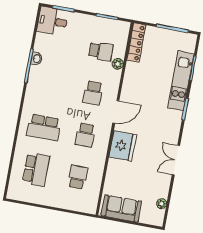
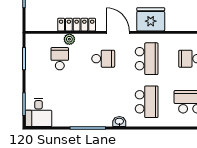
locker: (136, 43) -> (77, 25), moved
washbasin: (37, 59) -> (119, 122), moved
school desk: (85, 135) -> (147, 59), width x1.85

